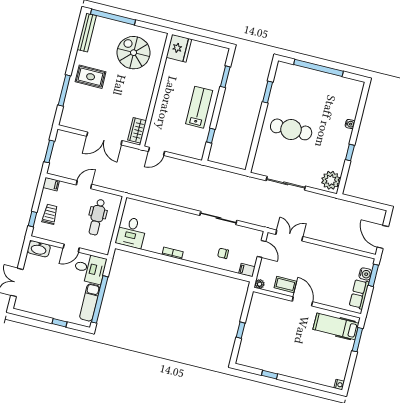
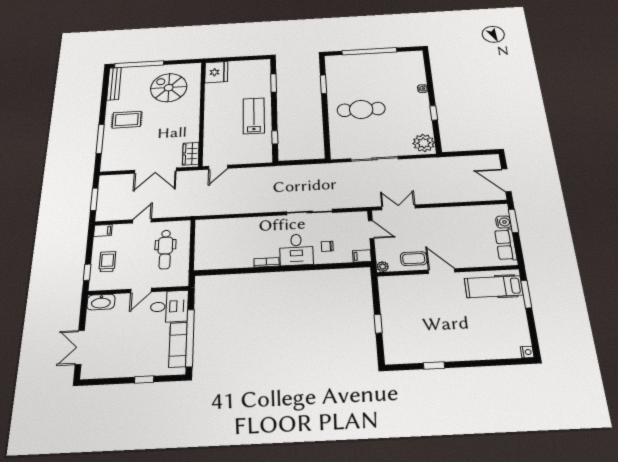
desk: (131, 232) -> (296, 250), moved

